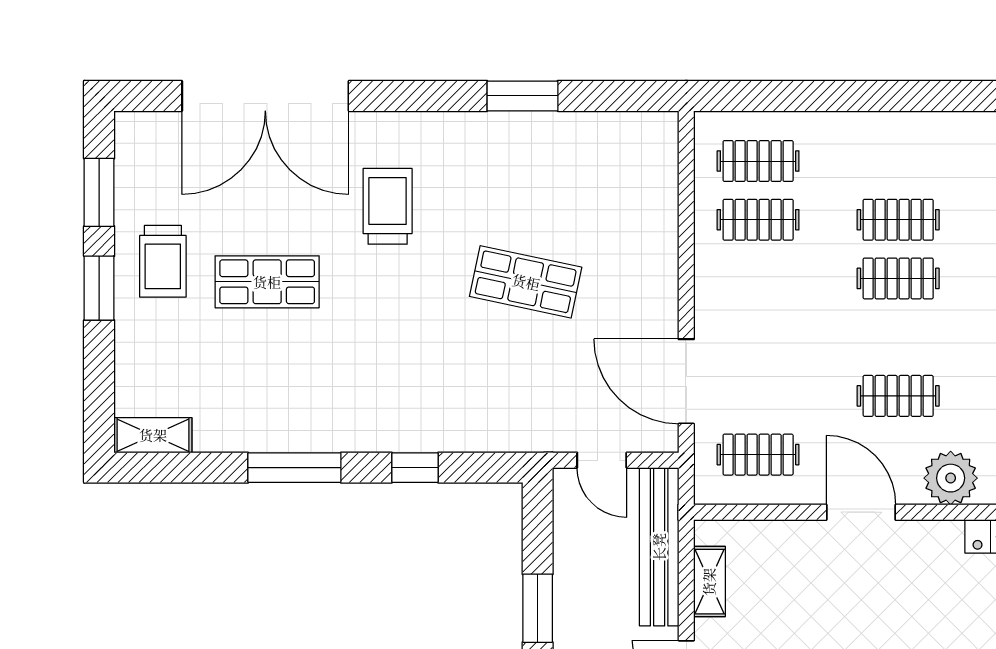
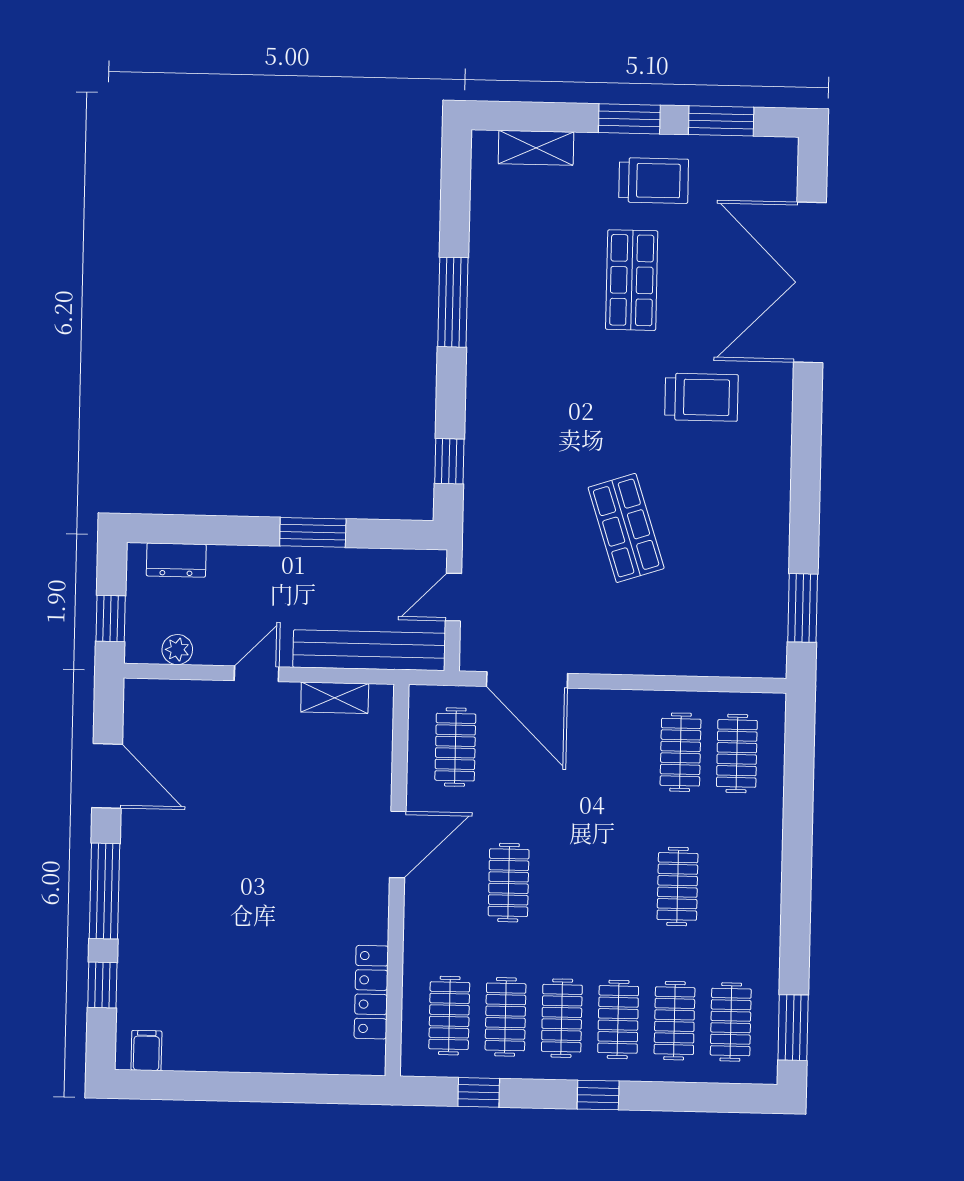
window: (522, 96) -> (803, 608), moved
trolley: (163, 261) -> (654, 181), turned 180
clothes rail: (898, 278) -> (621, 885), removed
shop shelf: (526, 282) -> (626, 528), turned -30
door: (686, 381) -> (527, 680), swing flipped
shelving: (153, 435) -> (536, 148), moved, turned 90
window: (415, 468) -> (449, 461), moved
plant: (951, 478) -> (429, 931), removed

